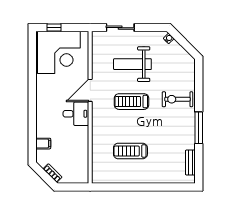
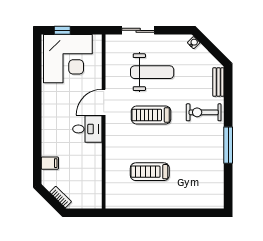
weight bench: (132, 64) -> (152, 72), turned 180
bench: (190, 162) -> (218, 82), moved

